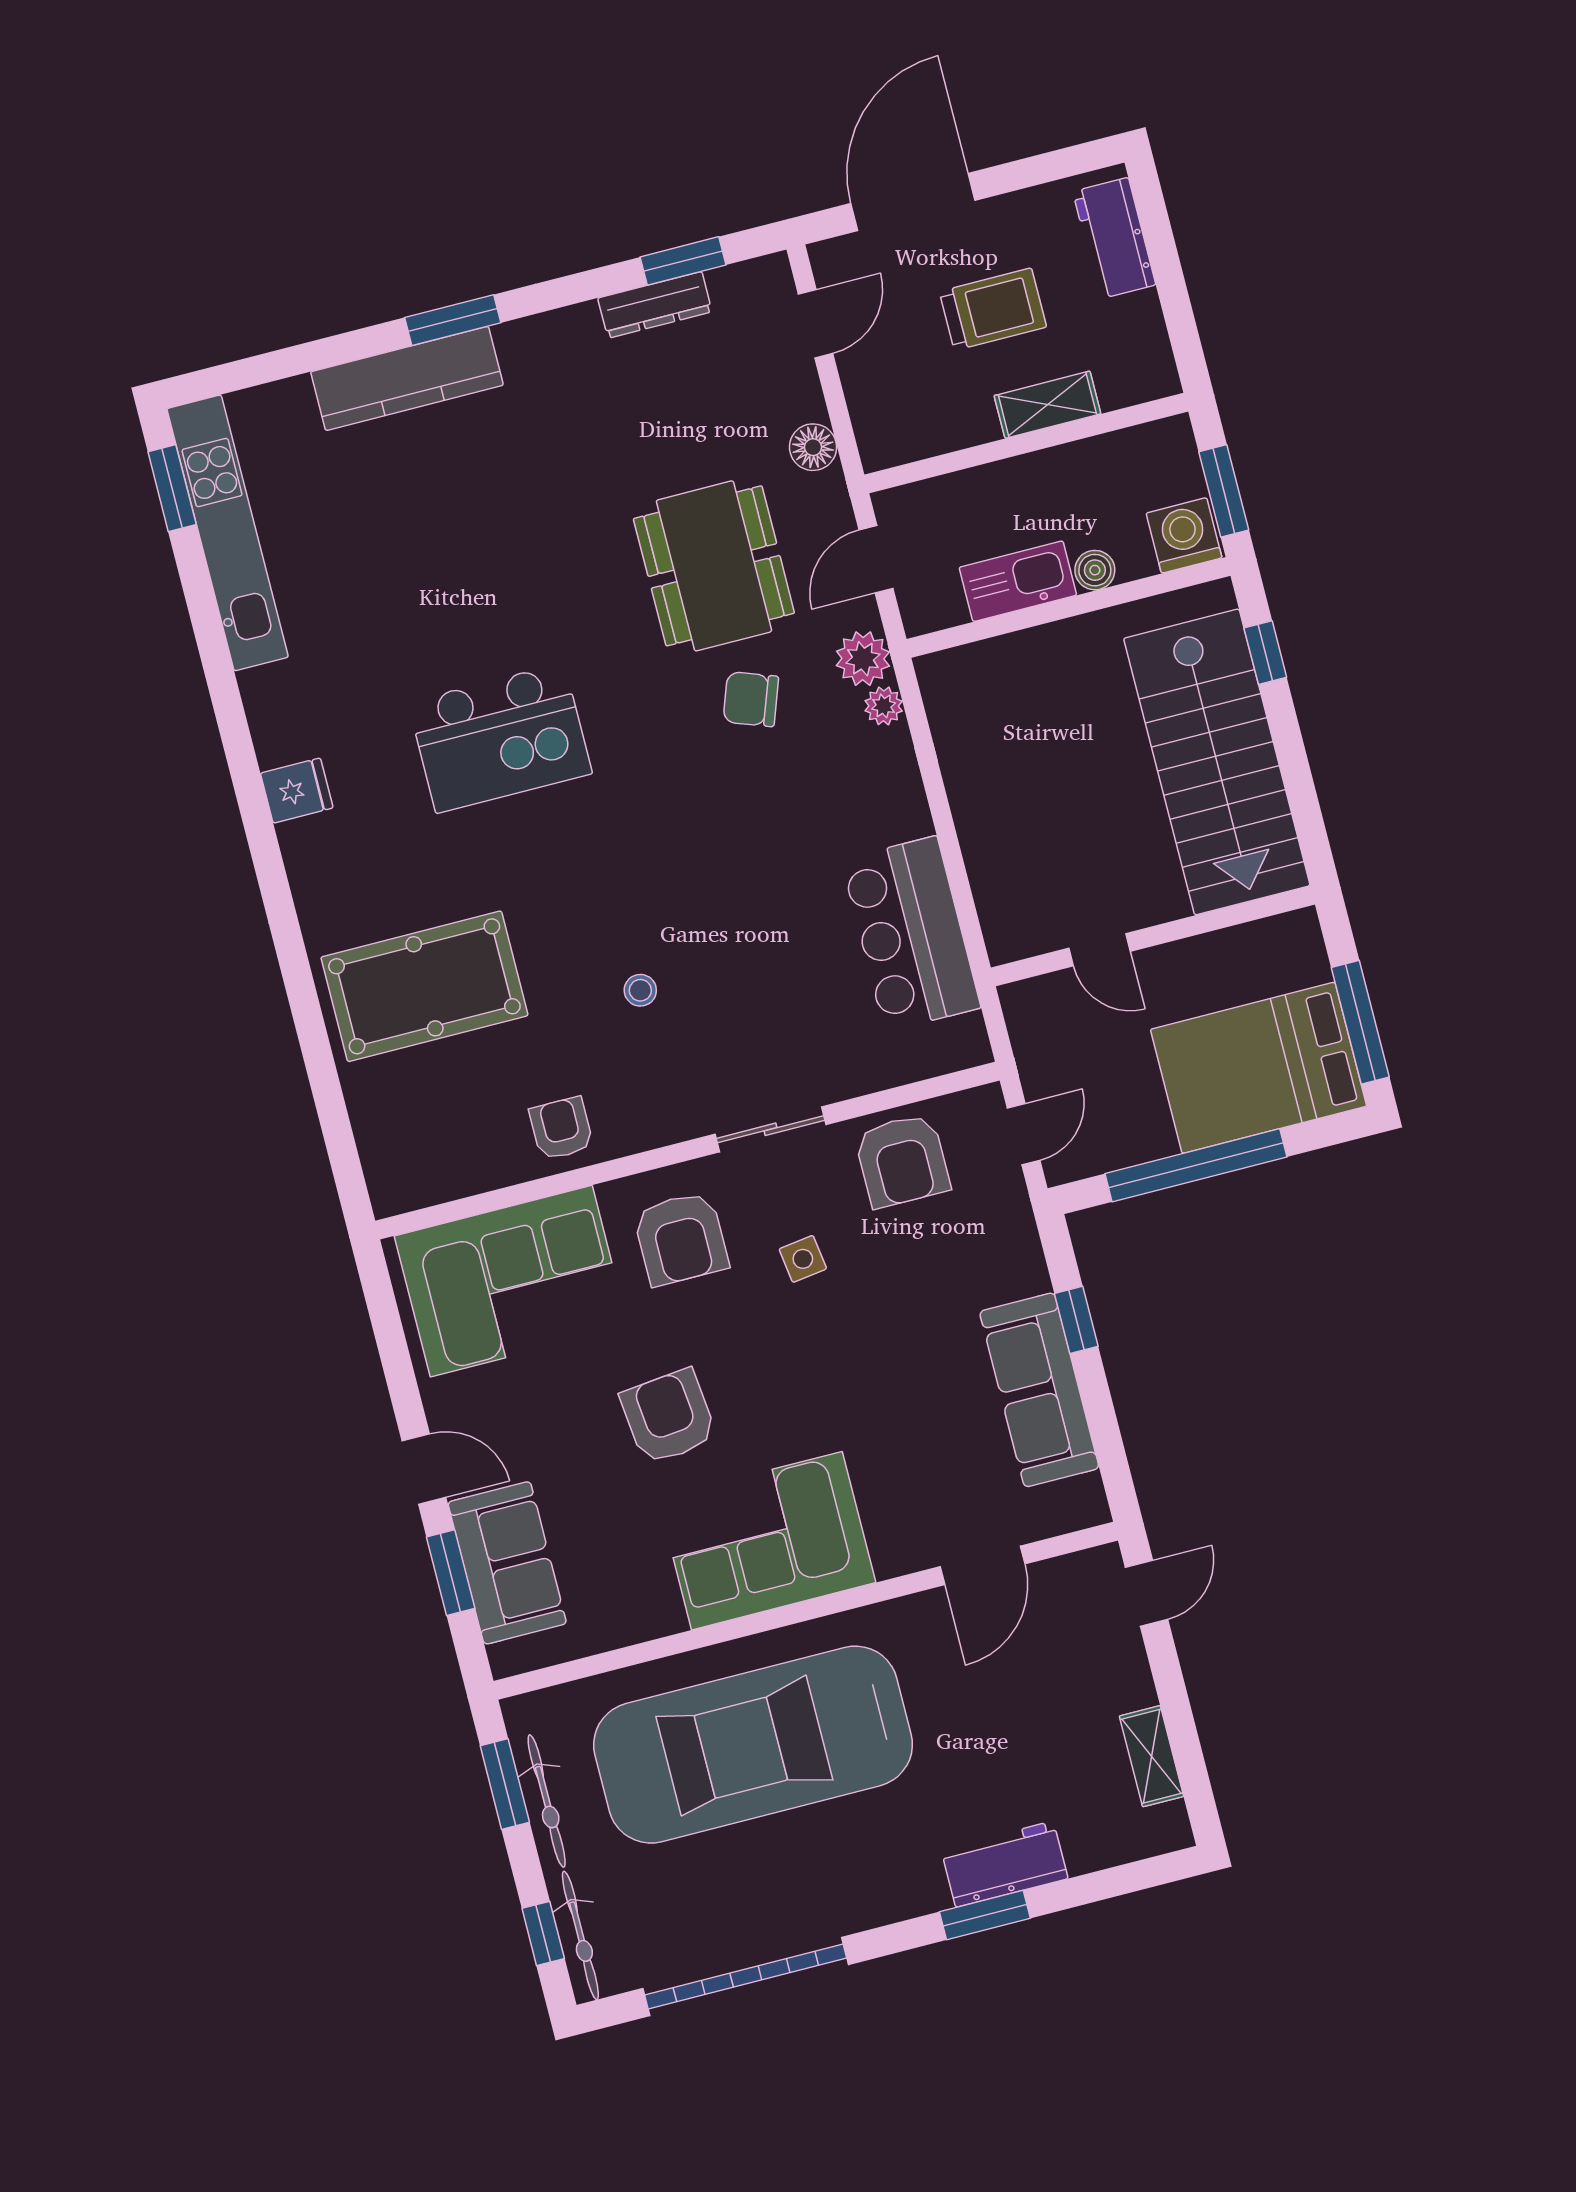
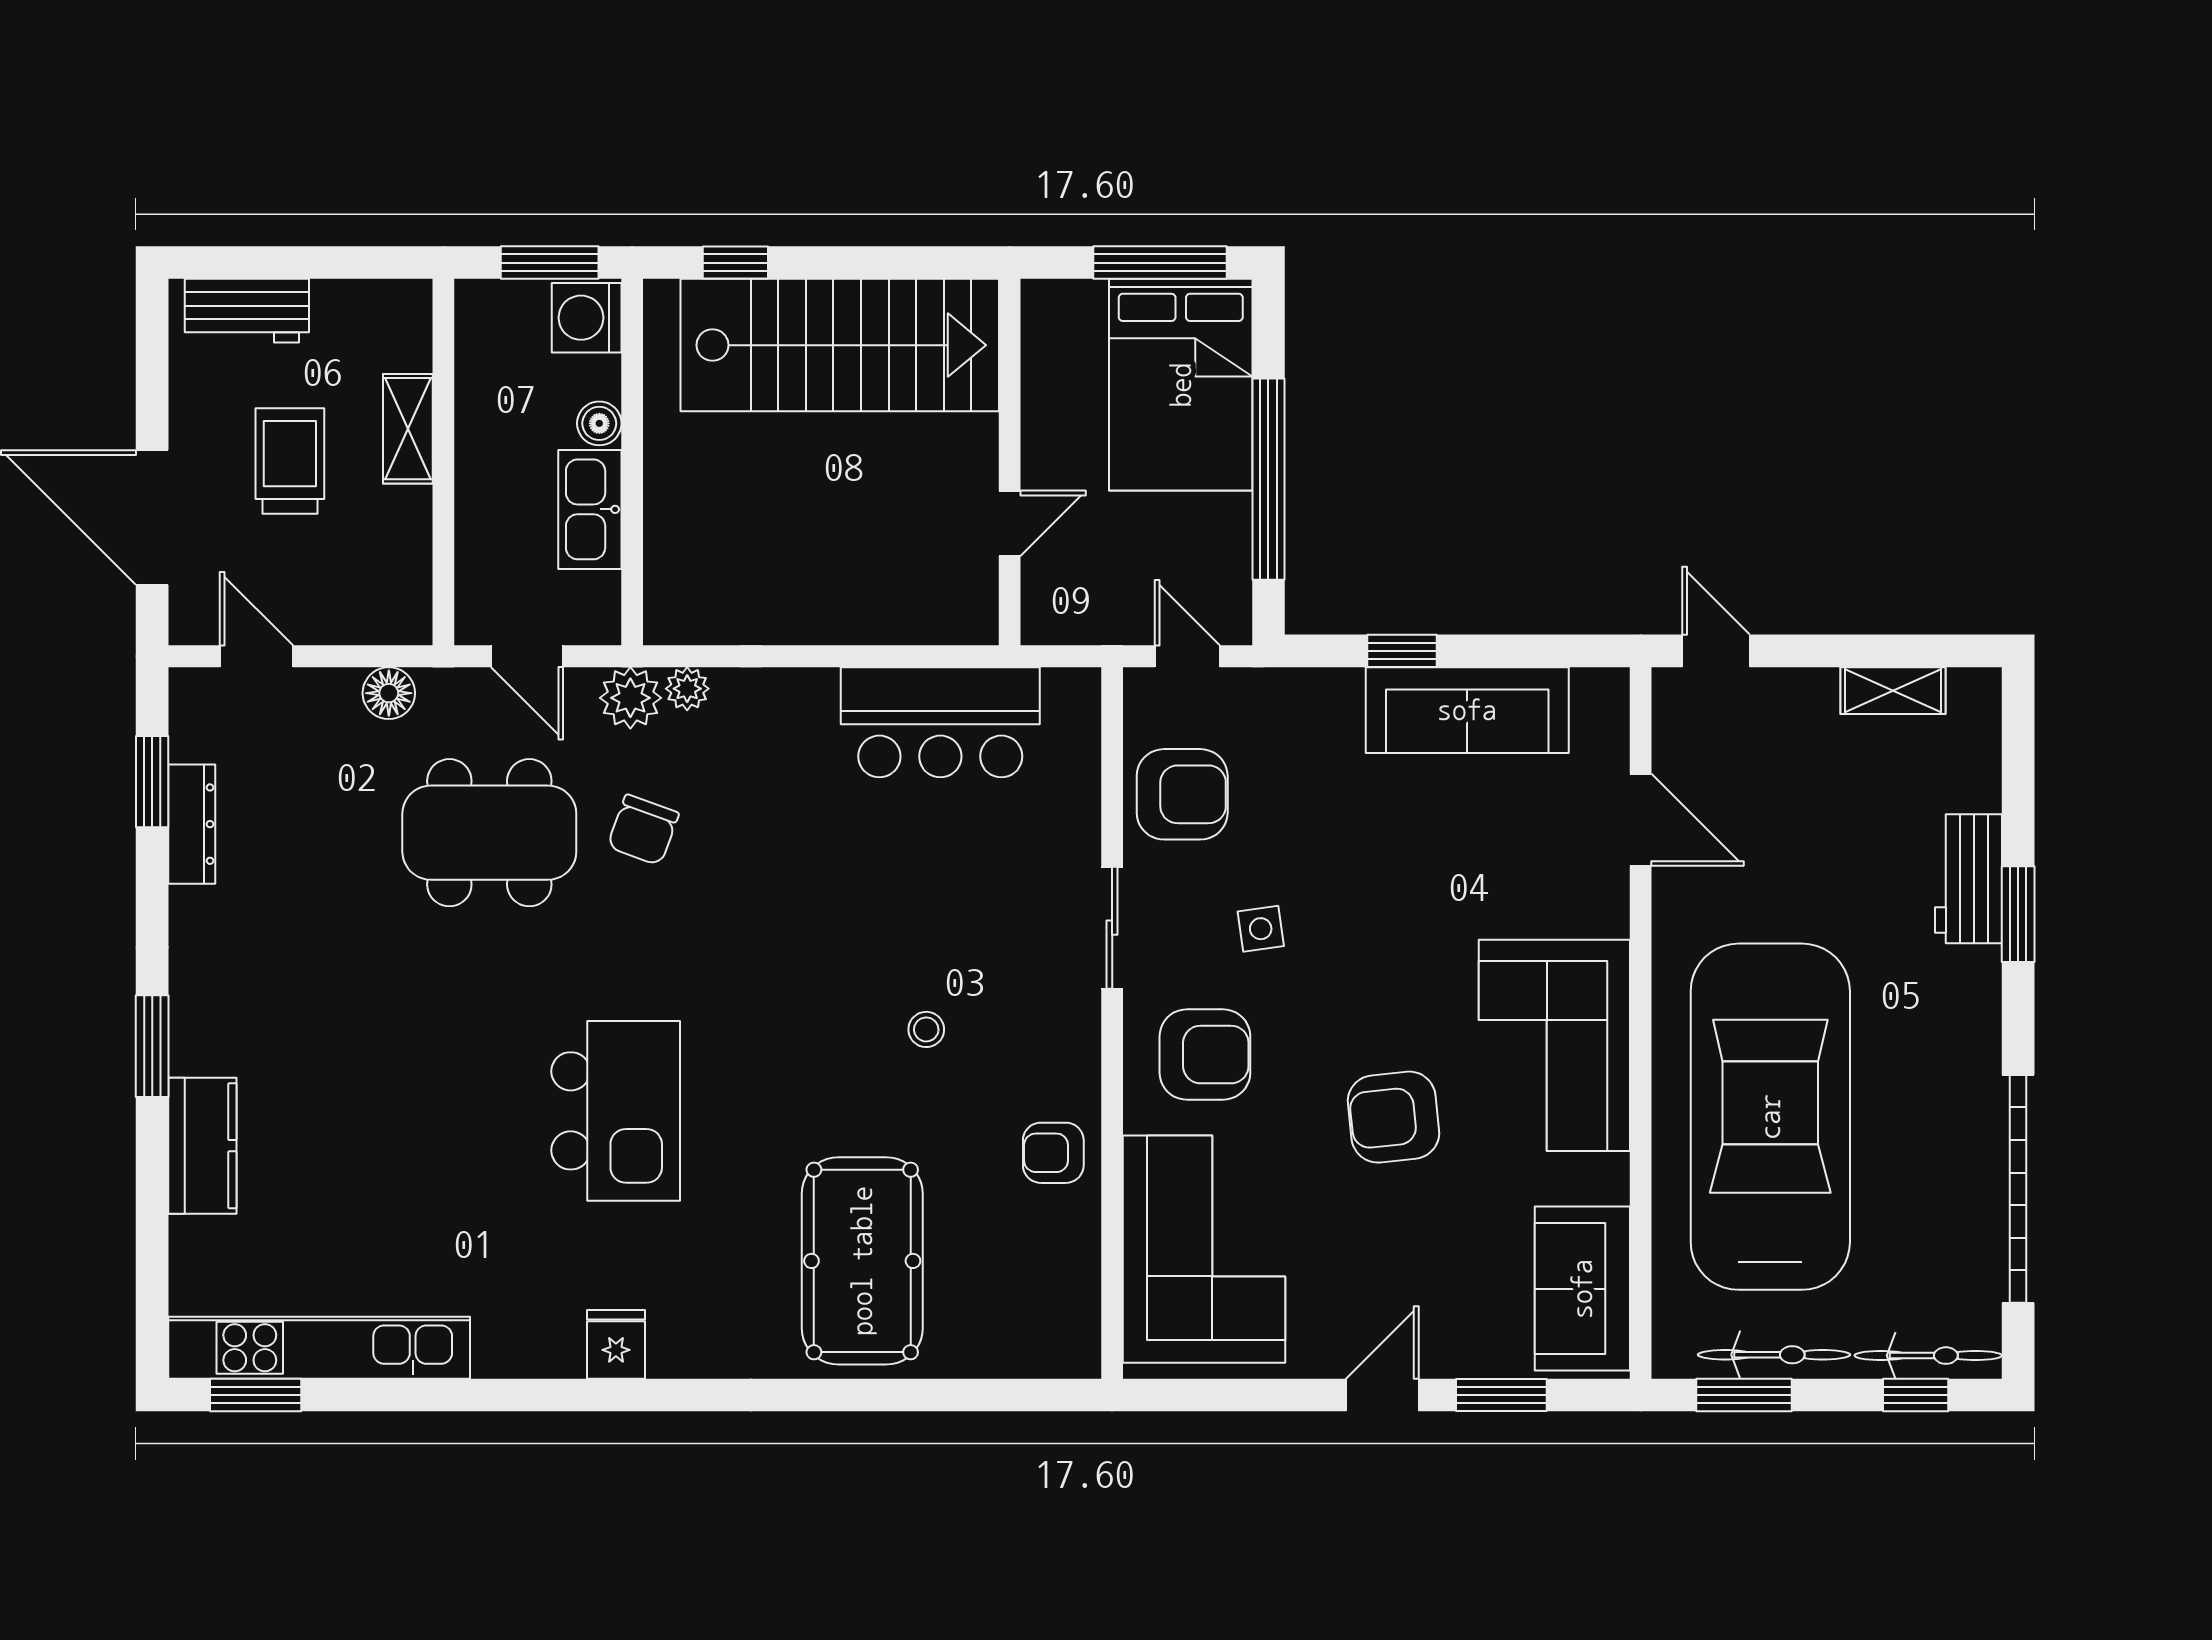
kitchen counter: (407, 378) -> (202, 1146), width x0.67
sofa: (507, 1563) -> (1582, 1289), moved, turned -90
car: (753, 1745) -> (1770, 1117), turned 180

